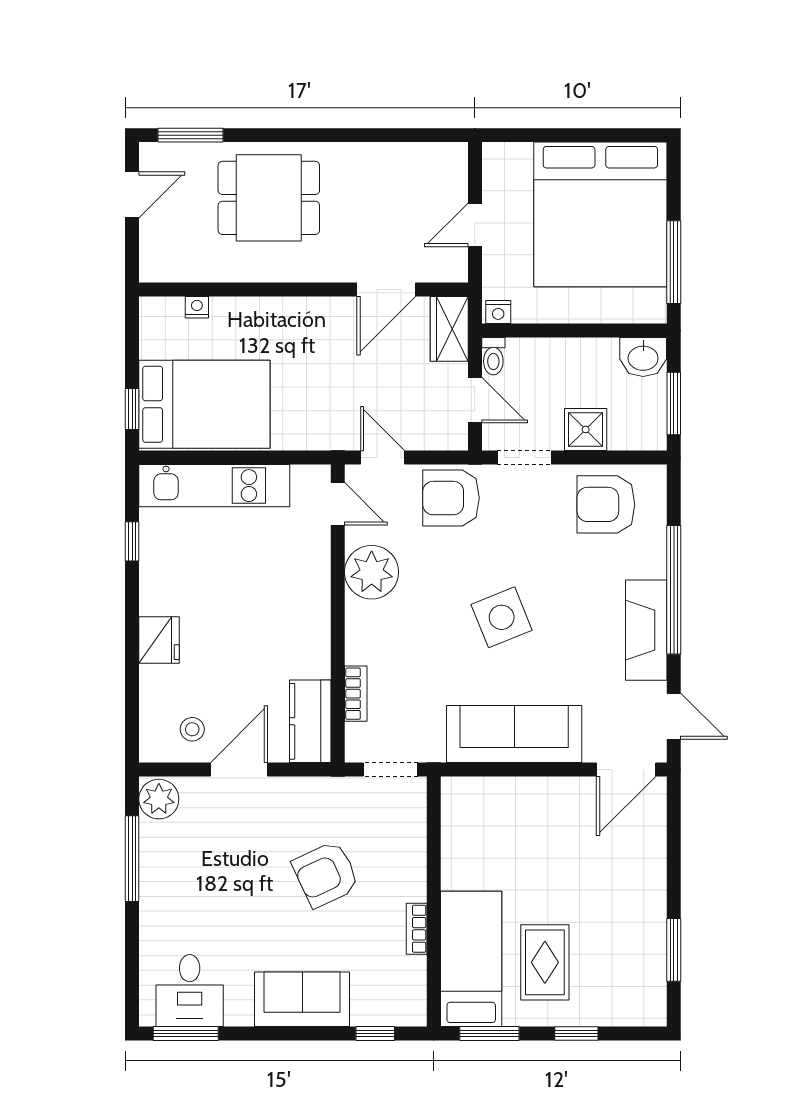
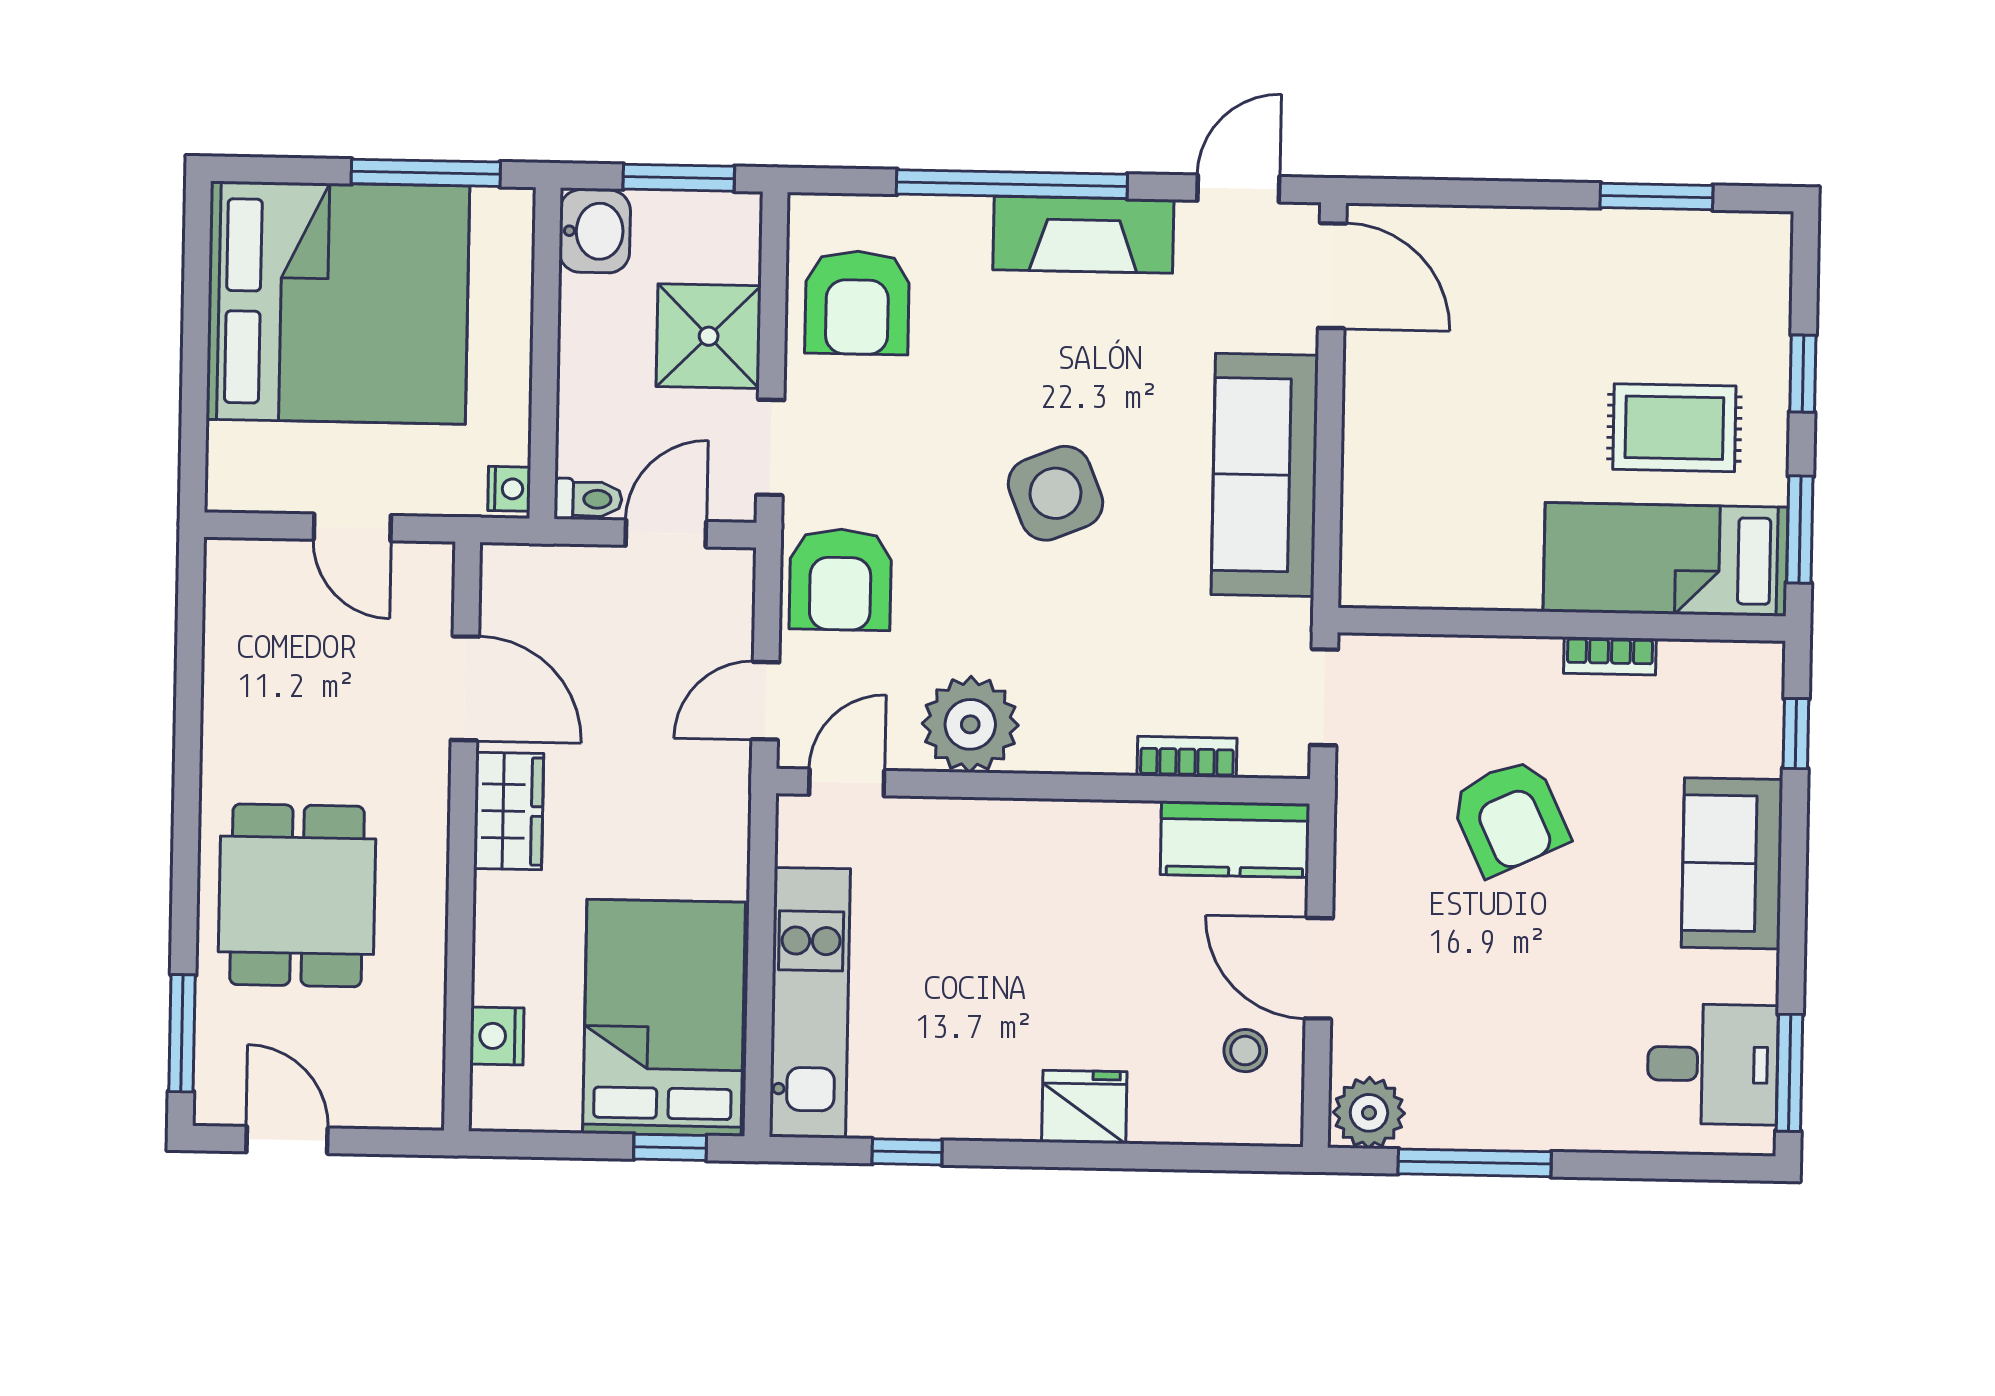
nightstand: (197, 307) -> (497, 1036), width x1.39, depth x1.35
wardrobe: (449, 329) -> (509, 811), moved, turned -90
shower: (586, 430) -> (709, 336), width x1.36, depth x1.36

